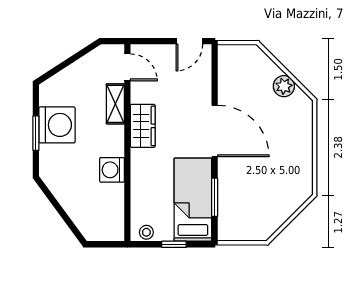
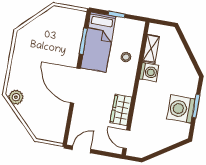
plant: (284, 86) -> (16, 97), moved
shelving: (115, 104) -> (151, 49), moved
wardrobe: (143, 126) -> (121, 110), moved
stool: (146, 232) -> (126, 57), moved

